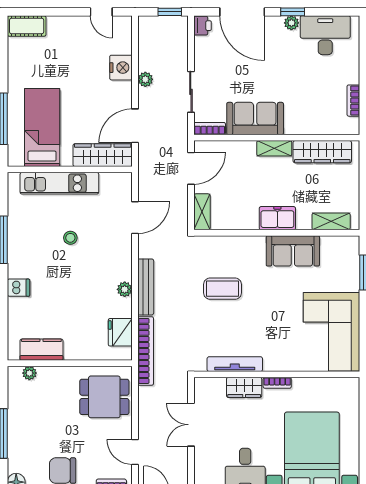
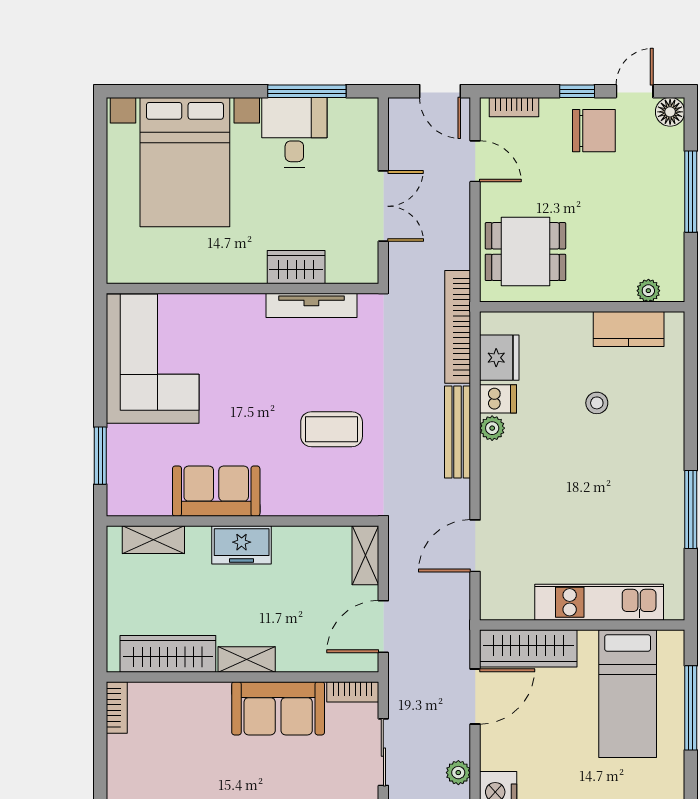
bookcase: (353, 101) -> (117, 707), moved
stool: (70, 238) -> (597, 403), moved
dishwasher: (19, 288) -> (498, 399), moved, turned 180
bookcase: (277, 383) -> (242, 275), removed

